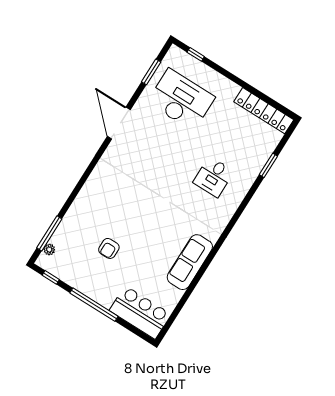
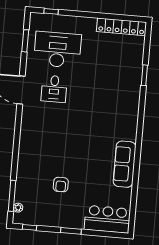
window: (268, 165) -> (144, 75), moved
desk: (213, 177) -> (54, 89), moved
window: (94, 305) -> (71, 231), width x0.47

